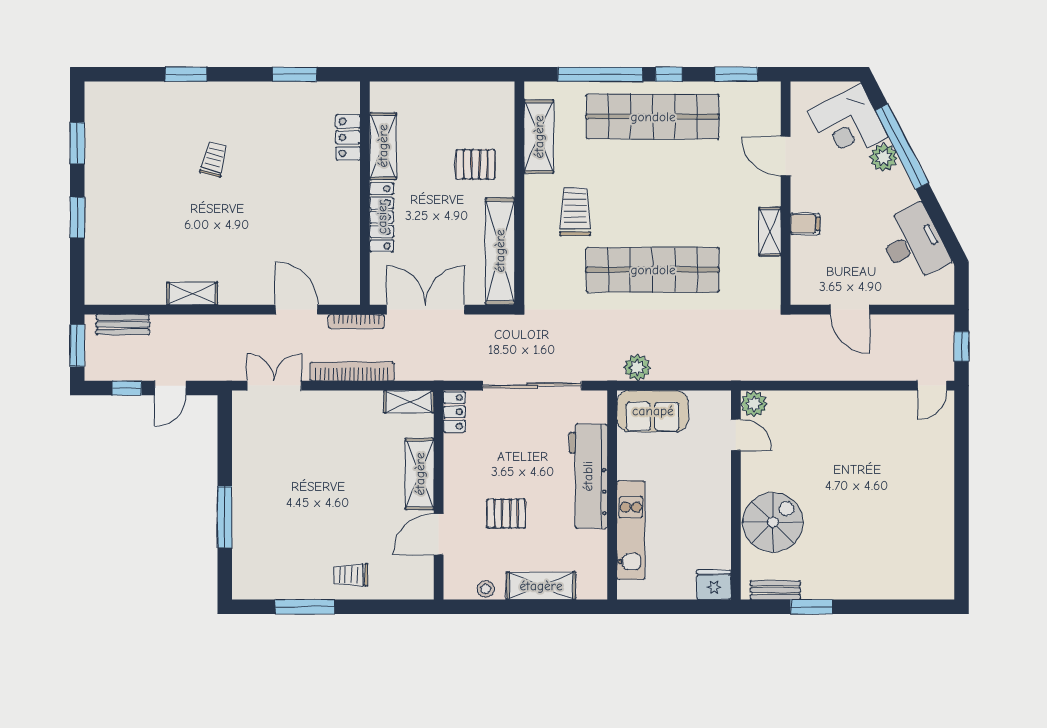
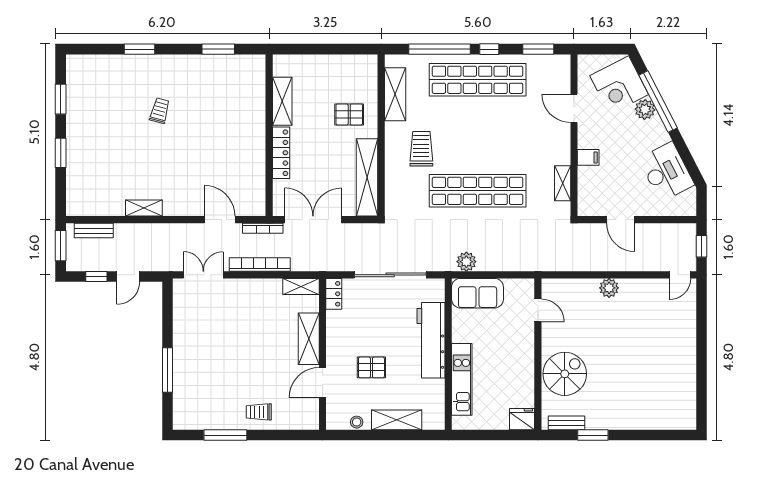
locker: (348, 137) -> (257, 95), removed
shelving: (770, 232) -> (563, 183), moved
plant: (754, 404) -> (609, 288), moved

